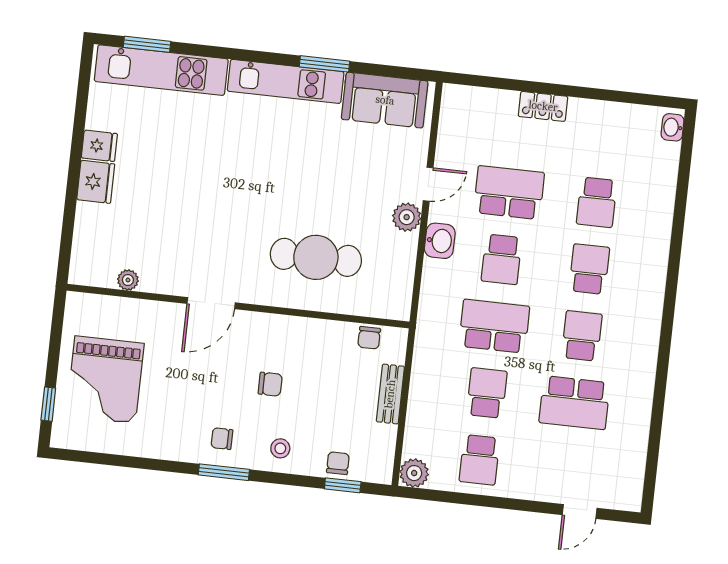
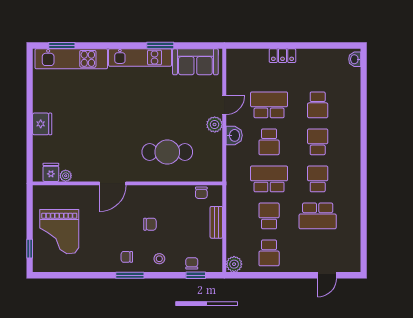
fridge: (99, 146) -> (51, 172), moved, turned -90

